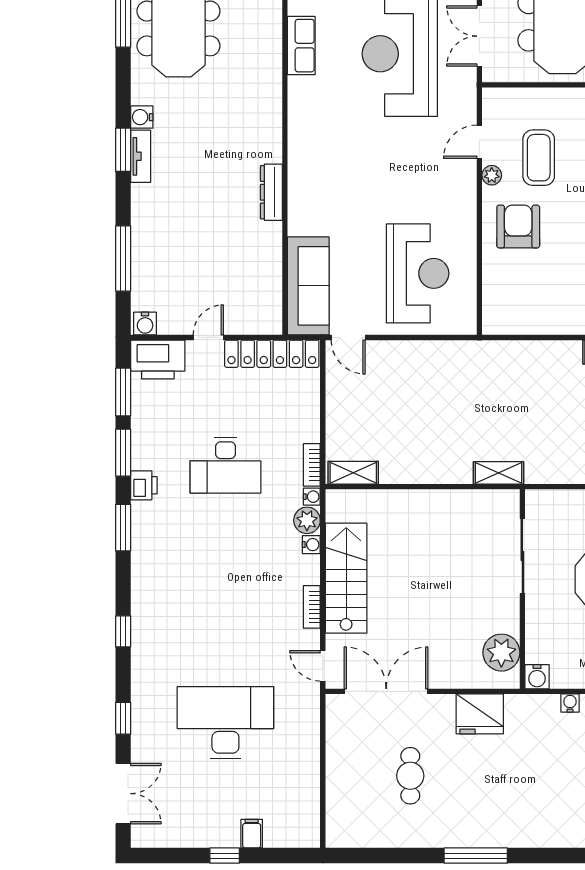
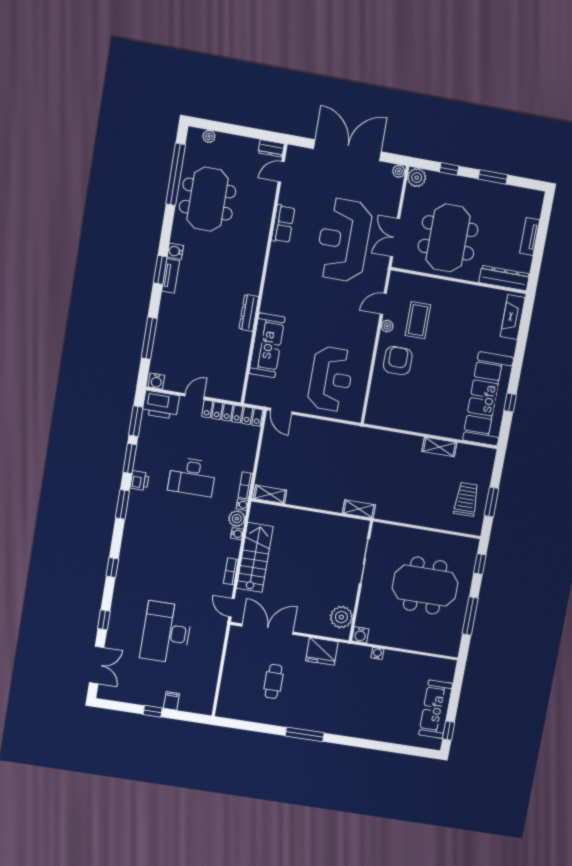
sofa: (308, 286) -> (267, 345), moved
desk: (225, 723) -> (166, 632), turned -90

